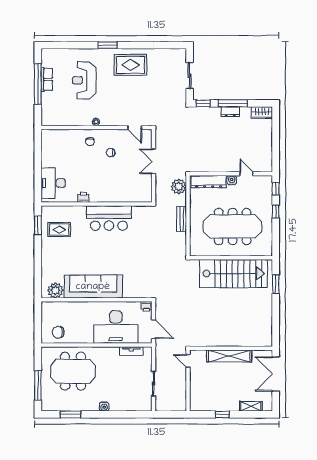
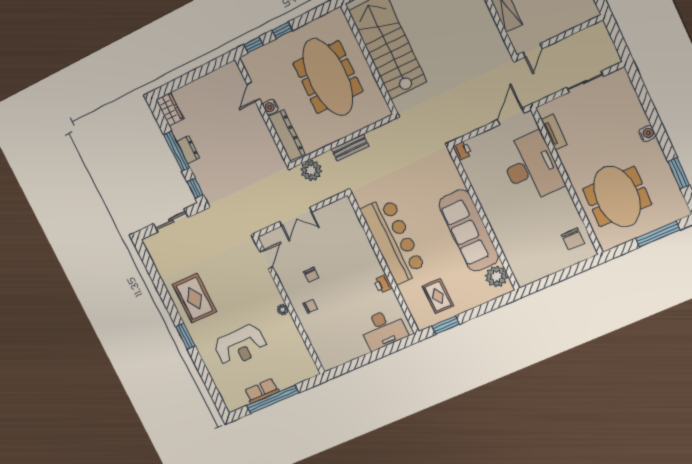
bar counter: (109, 218) -> (393, 240), width x1.36
sofa: (93, 287) -> (469, 231), moved
plant: (55, 290) -> (496, 276), moved
wall: (96, 300) -> (484, 219), moved
printer: (146, 306) -> (462, 150), moved

